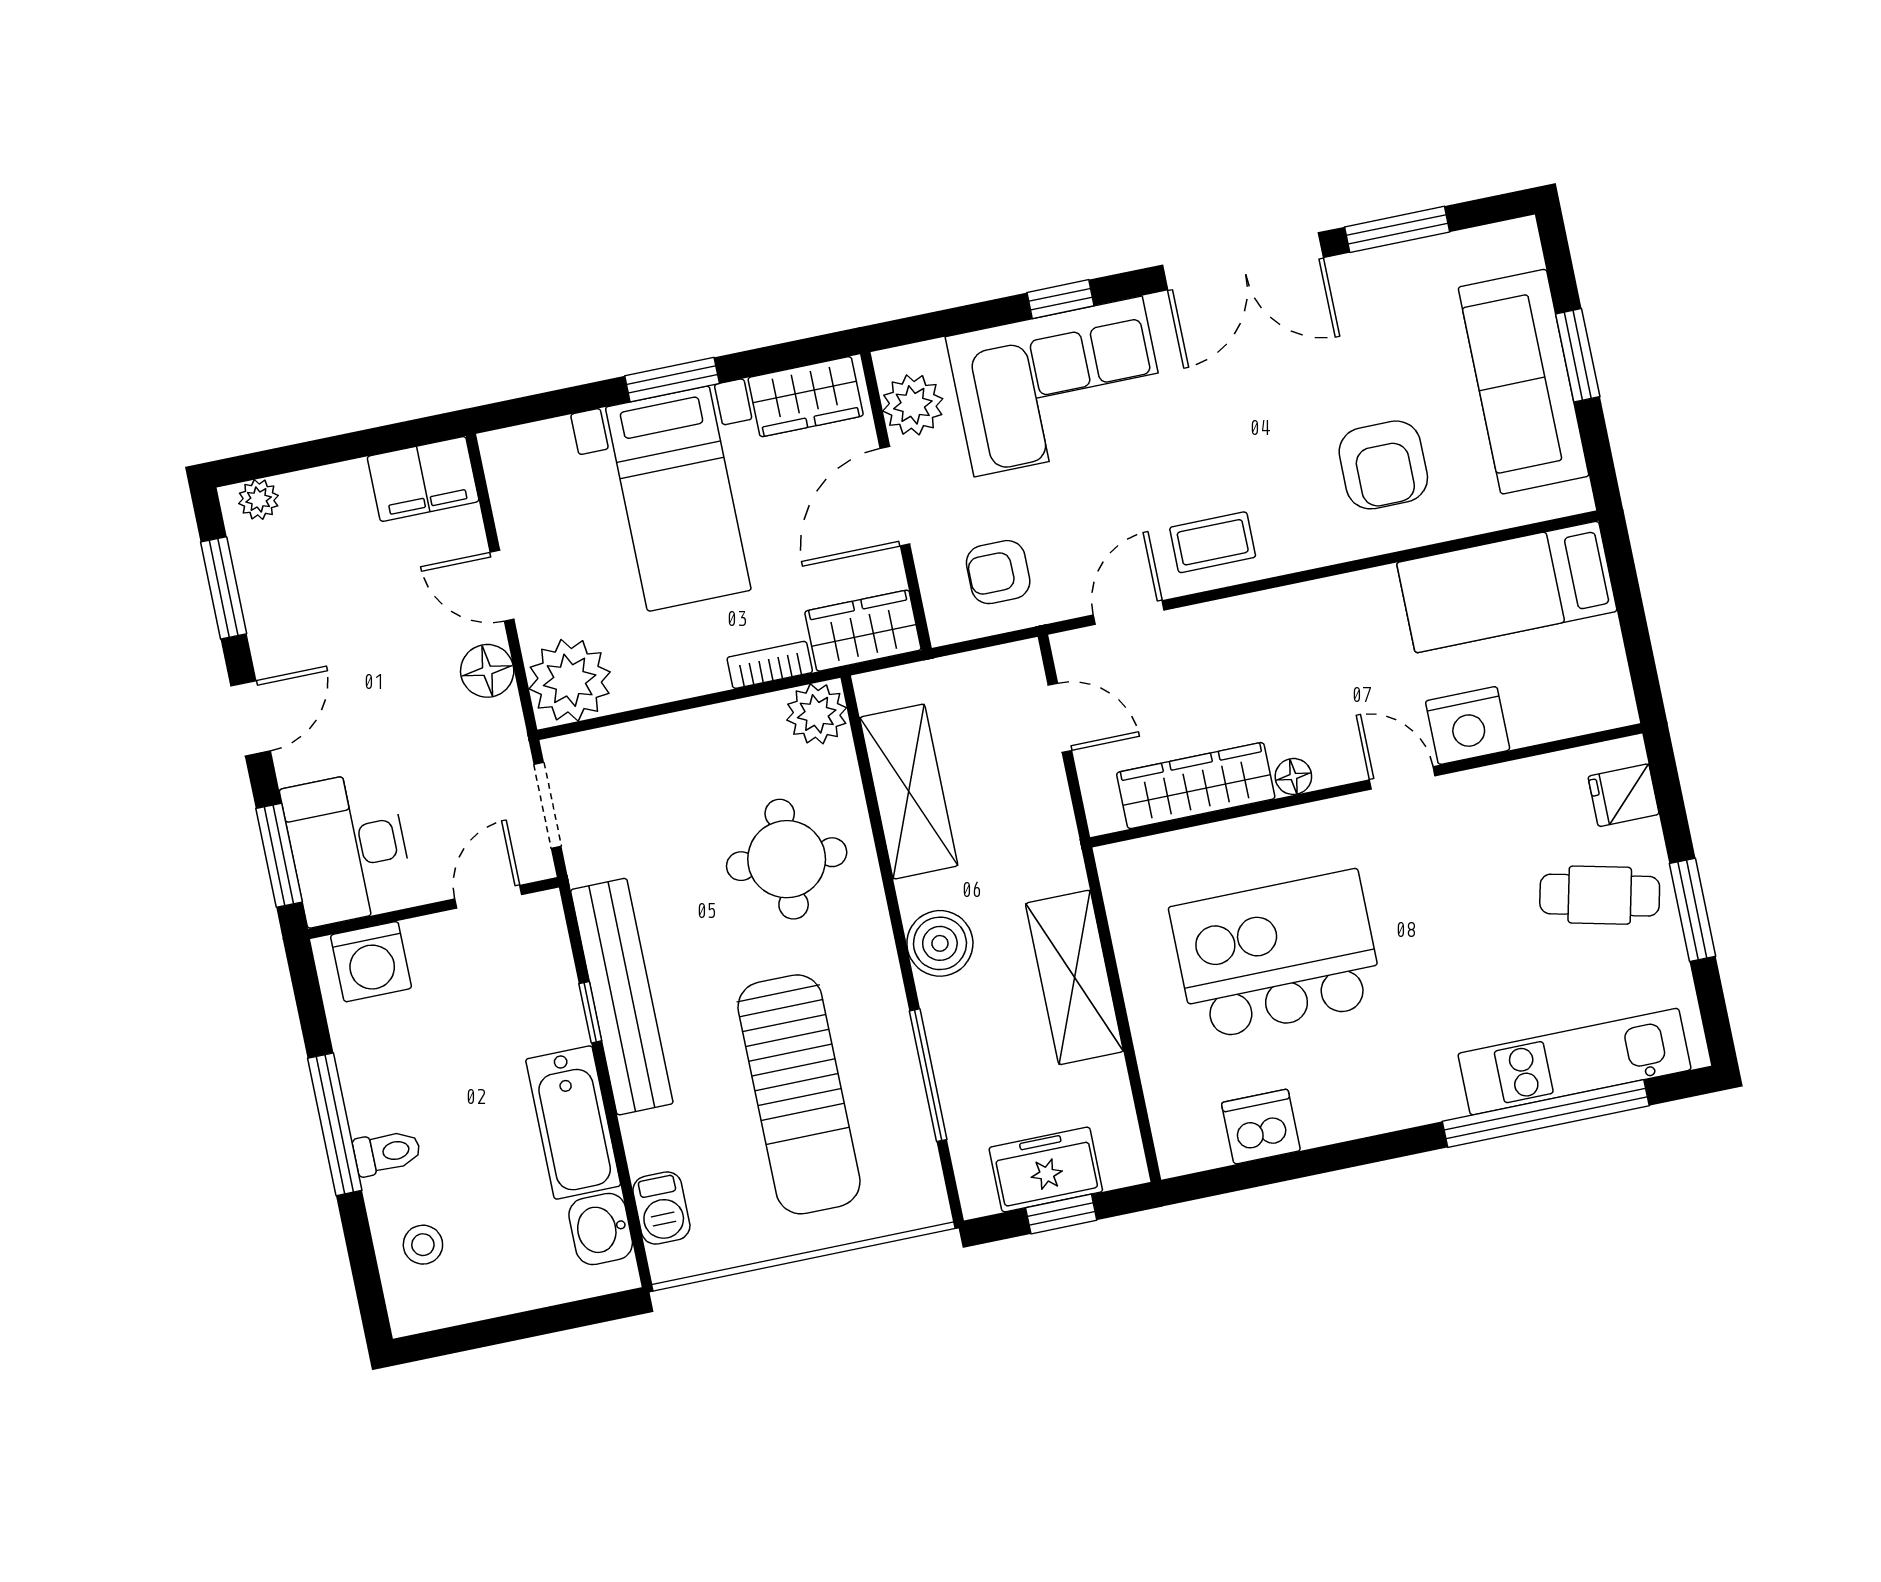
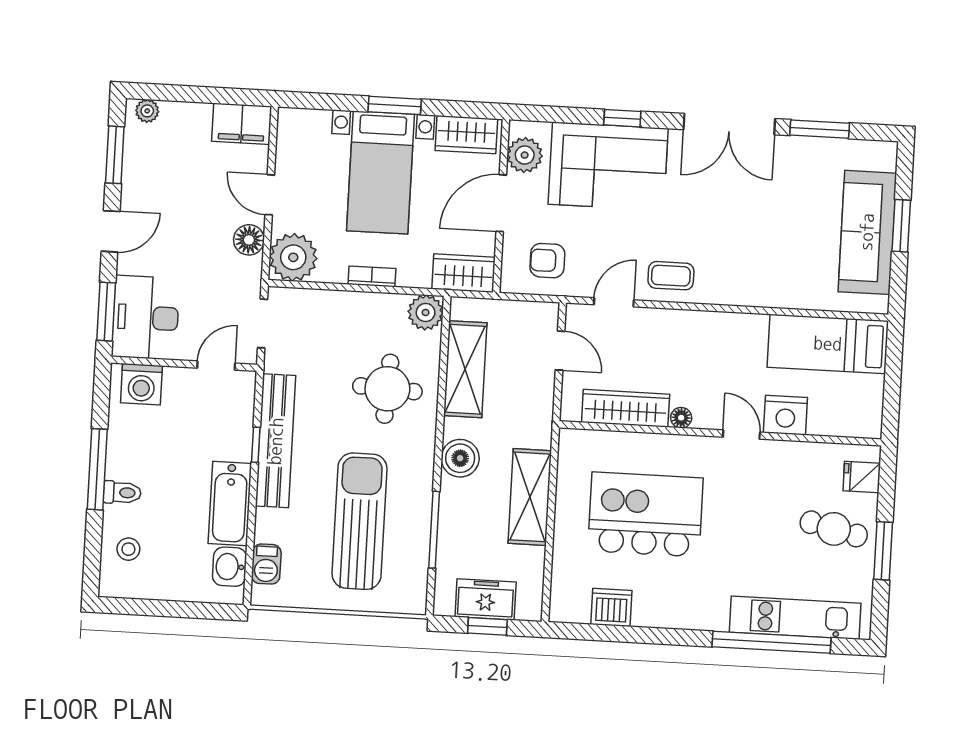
armchair: (1383, 465) -> (777, 258), removed
bookcase: (770, 665) -> (372, 276), moved
sun lounger: (799, 1094) -> (360, 521), turned 180

